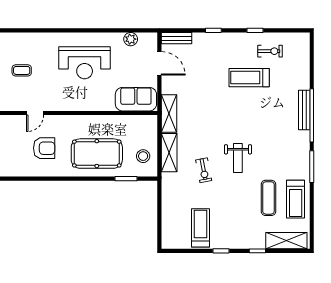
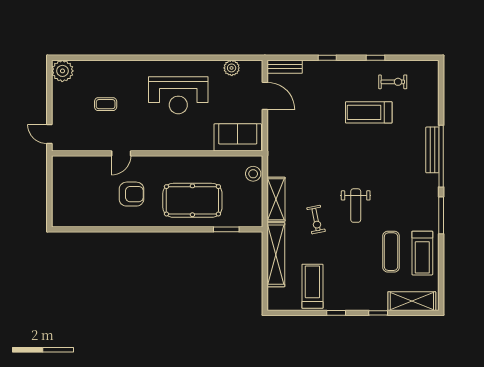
shelving: (169, 114) -> (276, 255), moved, width x1.47
stool: (143, 156) -> (253, 174), moved

